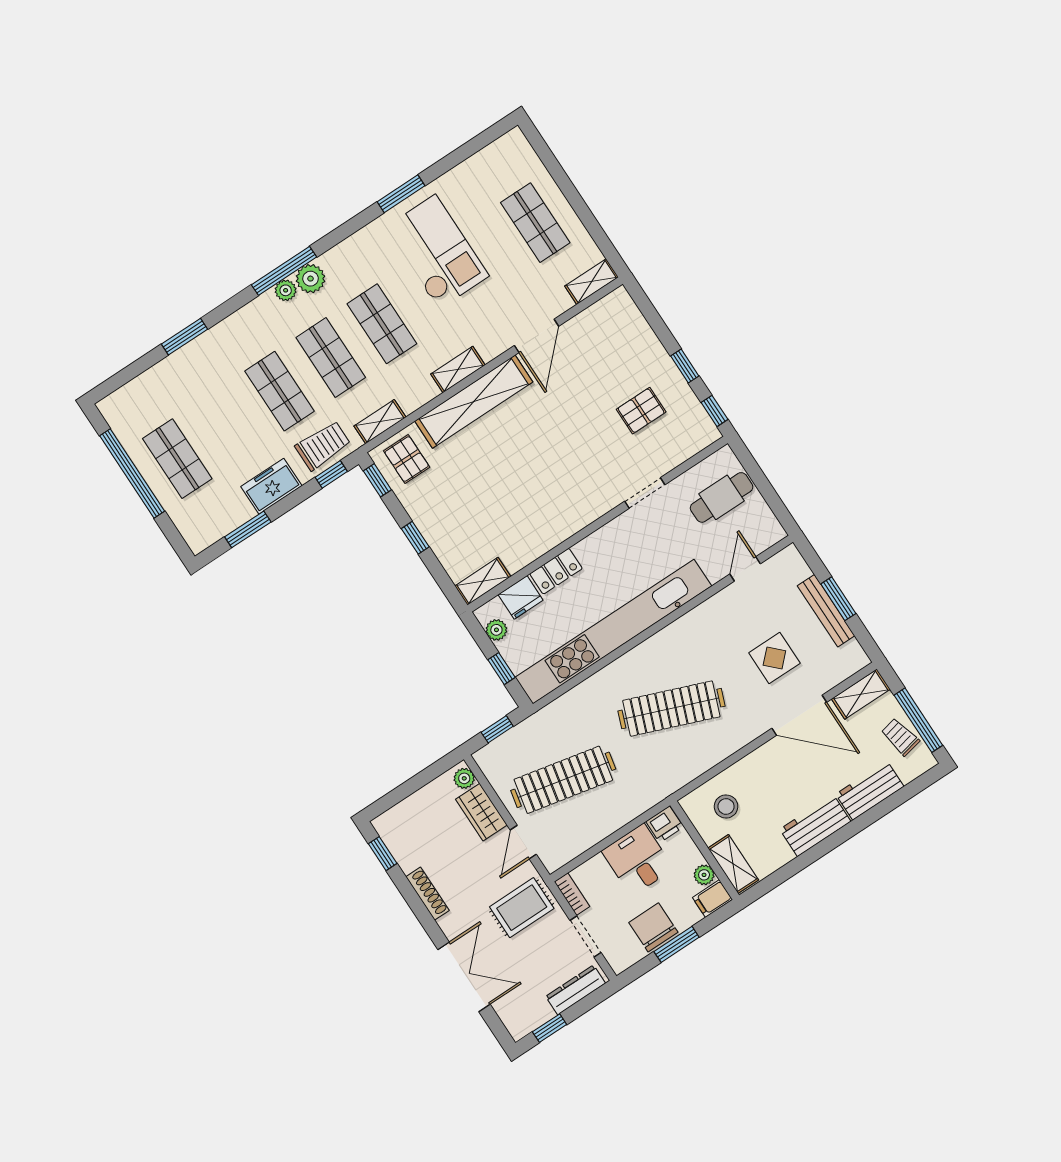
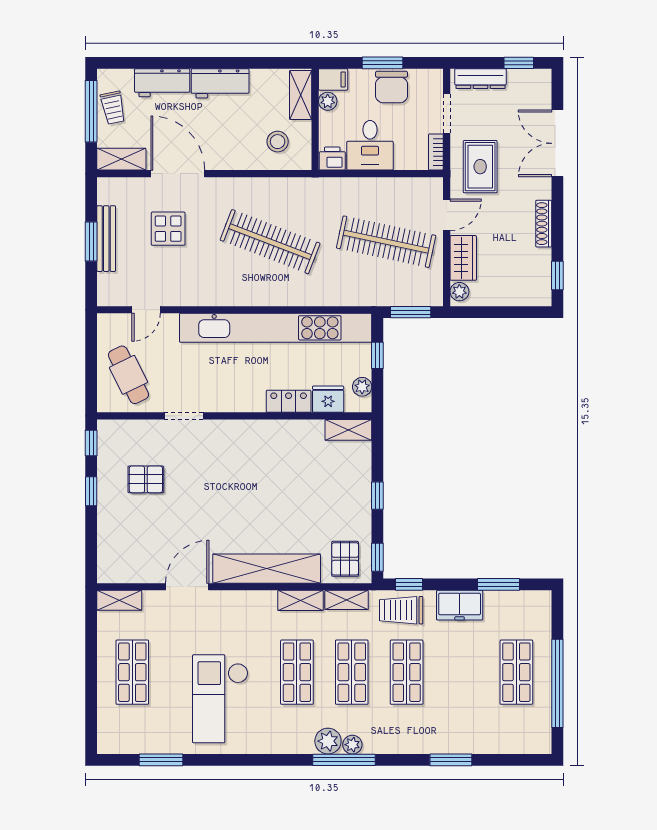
window: (401, 194) -> (161, 760), moved
shelving: (458, 370) -> (301, 600), moved
cafe table: (722, 497) -> (129, 375), turned 64
window: (497, 729) -> (411, 312), width x1.50
rug: (522, 908) -> (480, 167), turned 90

